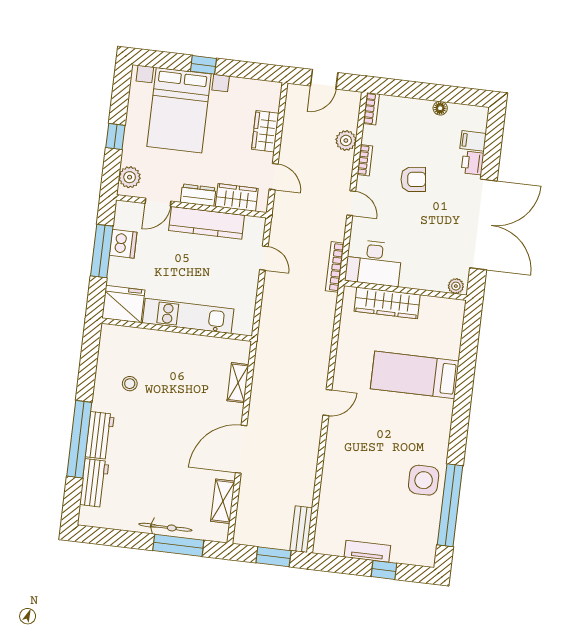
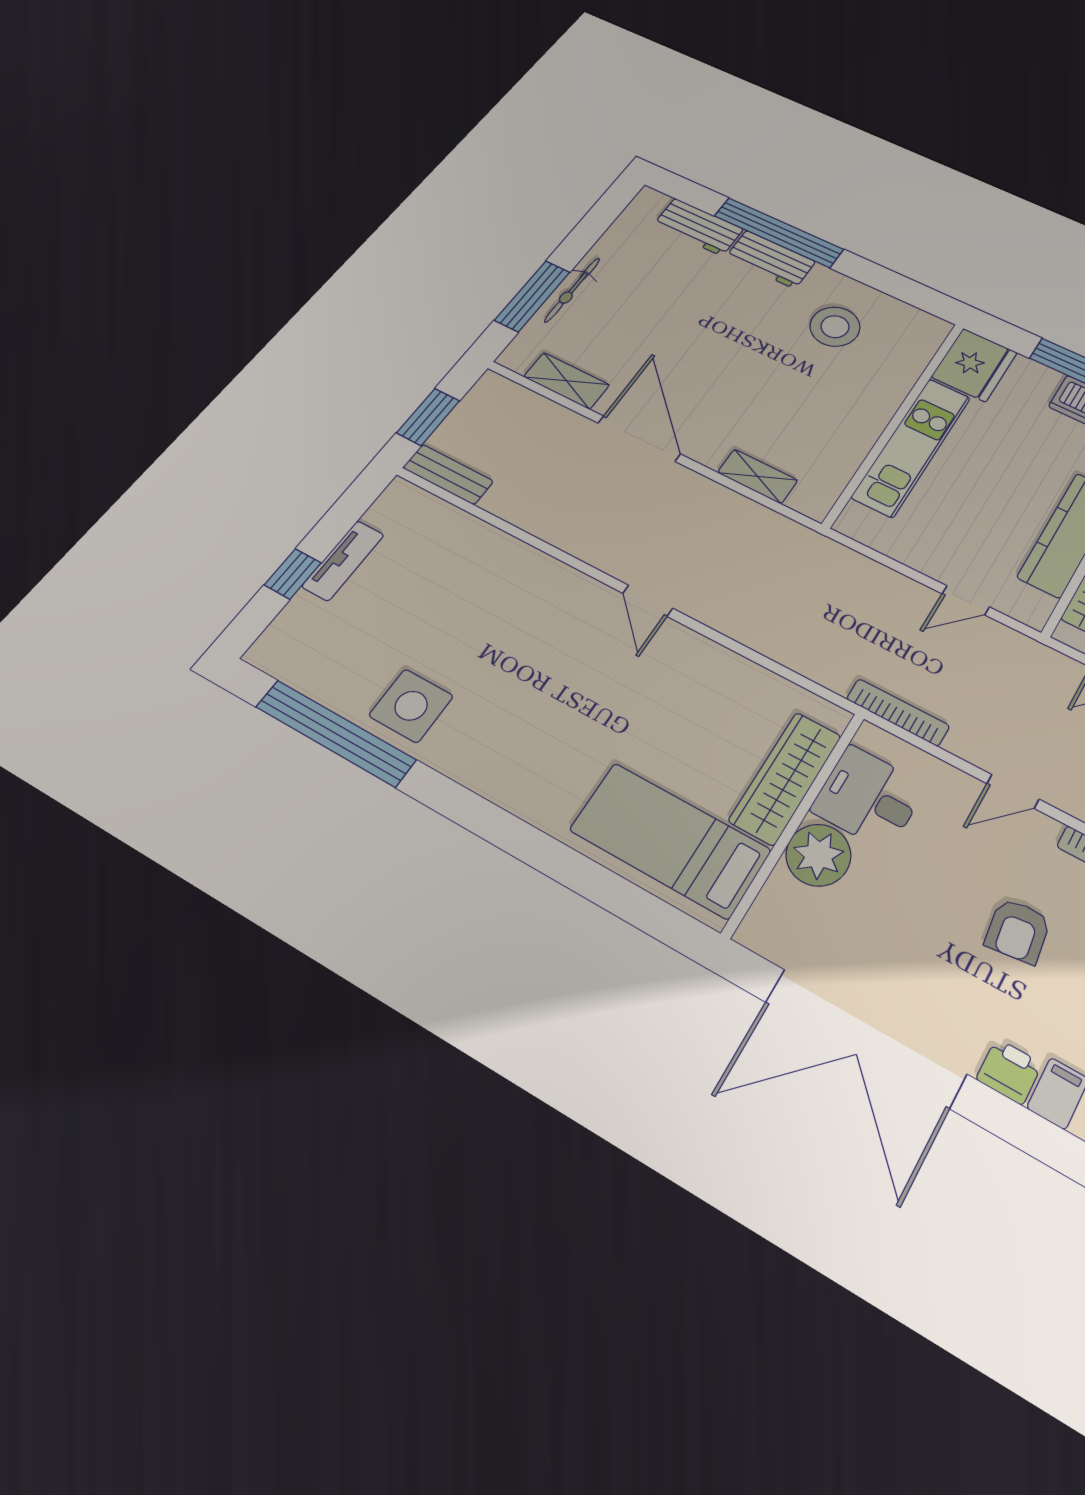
desk: (374, 263) -> (869, 798), width x0.73
plant: (456, 286) -> (818, 855), moved, width x1.88, depth x1.88
bed: (415, 375) -> (670, 840), moved, turned -90
stool: (130, 384) -> (835, 327), width x1.89, depth x1.89

